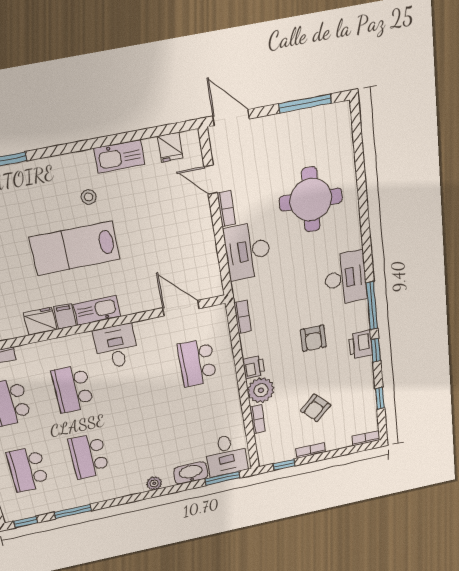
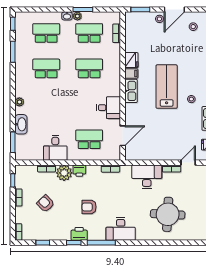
desk: (116, 346) -> (109, 108), moved
desk: (226, 455) -> (55, 148), moved, turned -90

